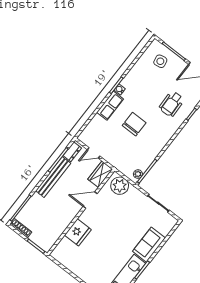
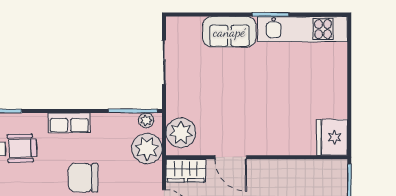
row of seats: (165, 137) -> (69, 123), added
plant: (125, 164) -> (147, 149), added
fridge: (78, 232) -> (332, 137), moved, turned -90

